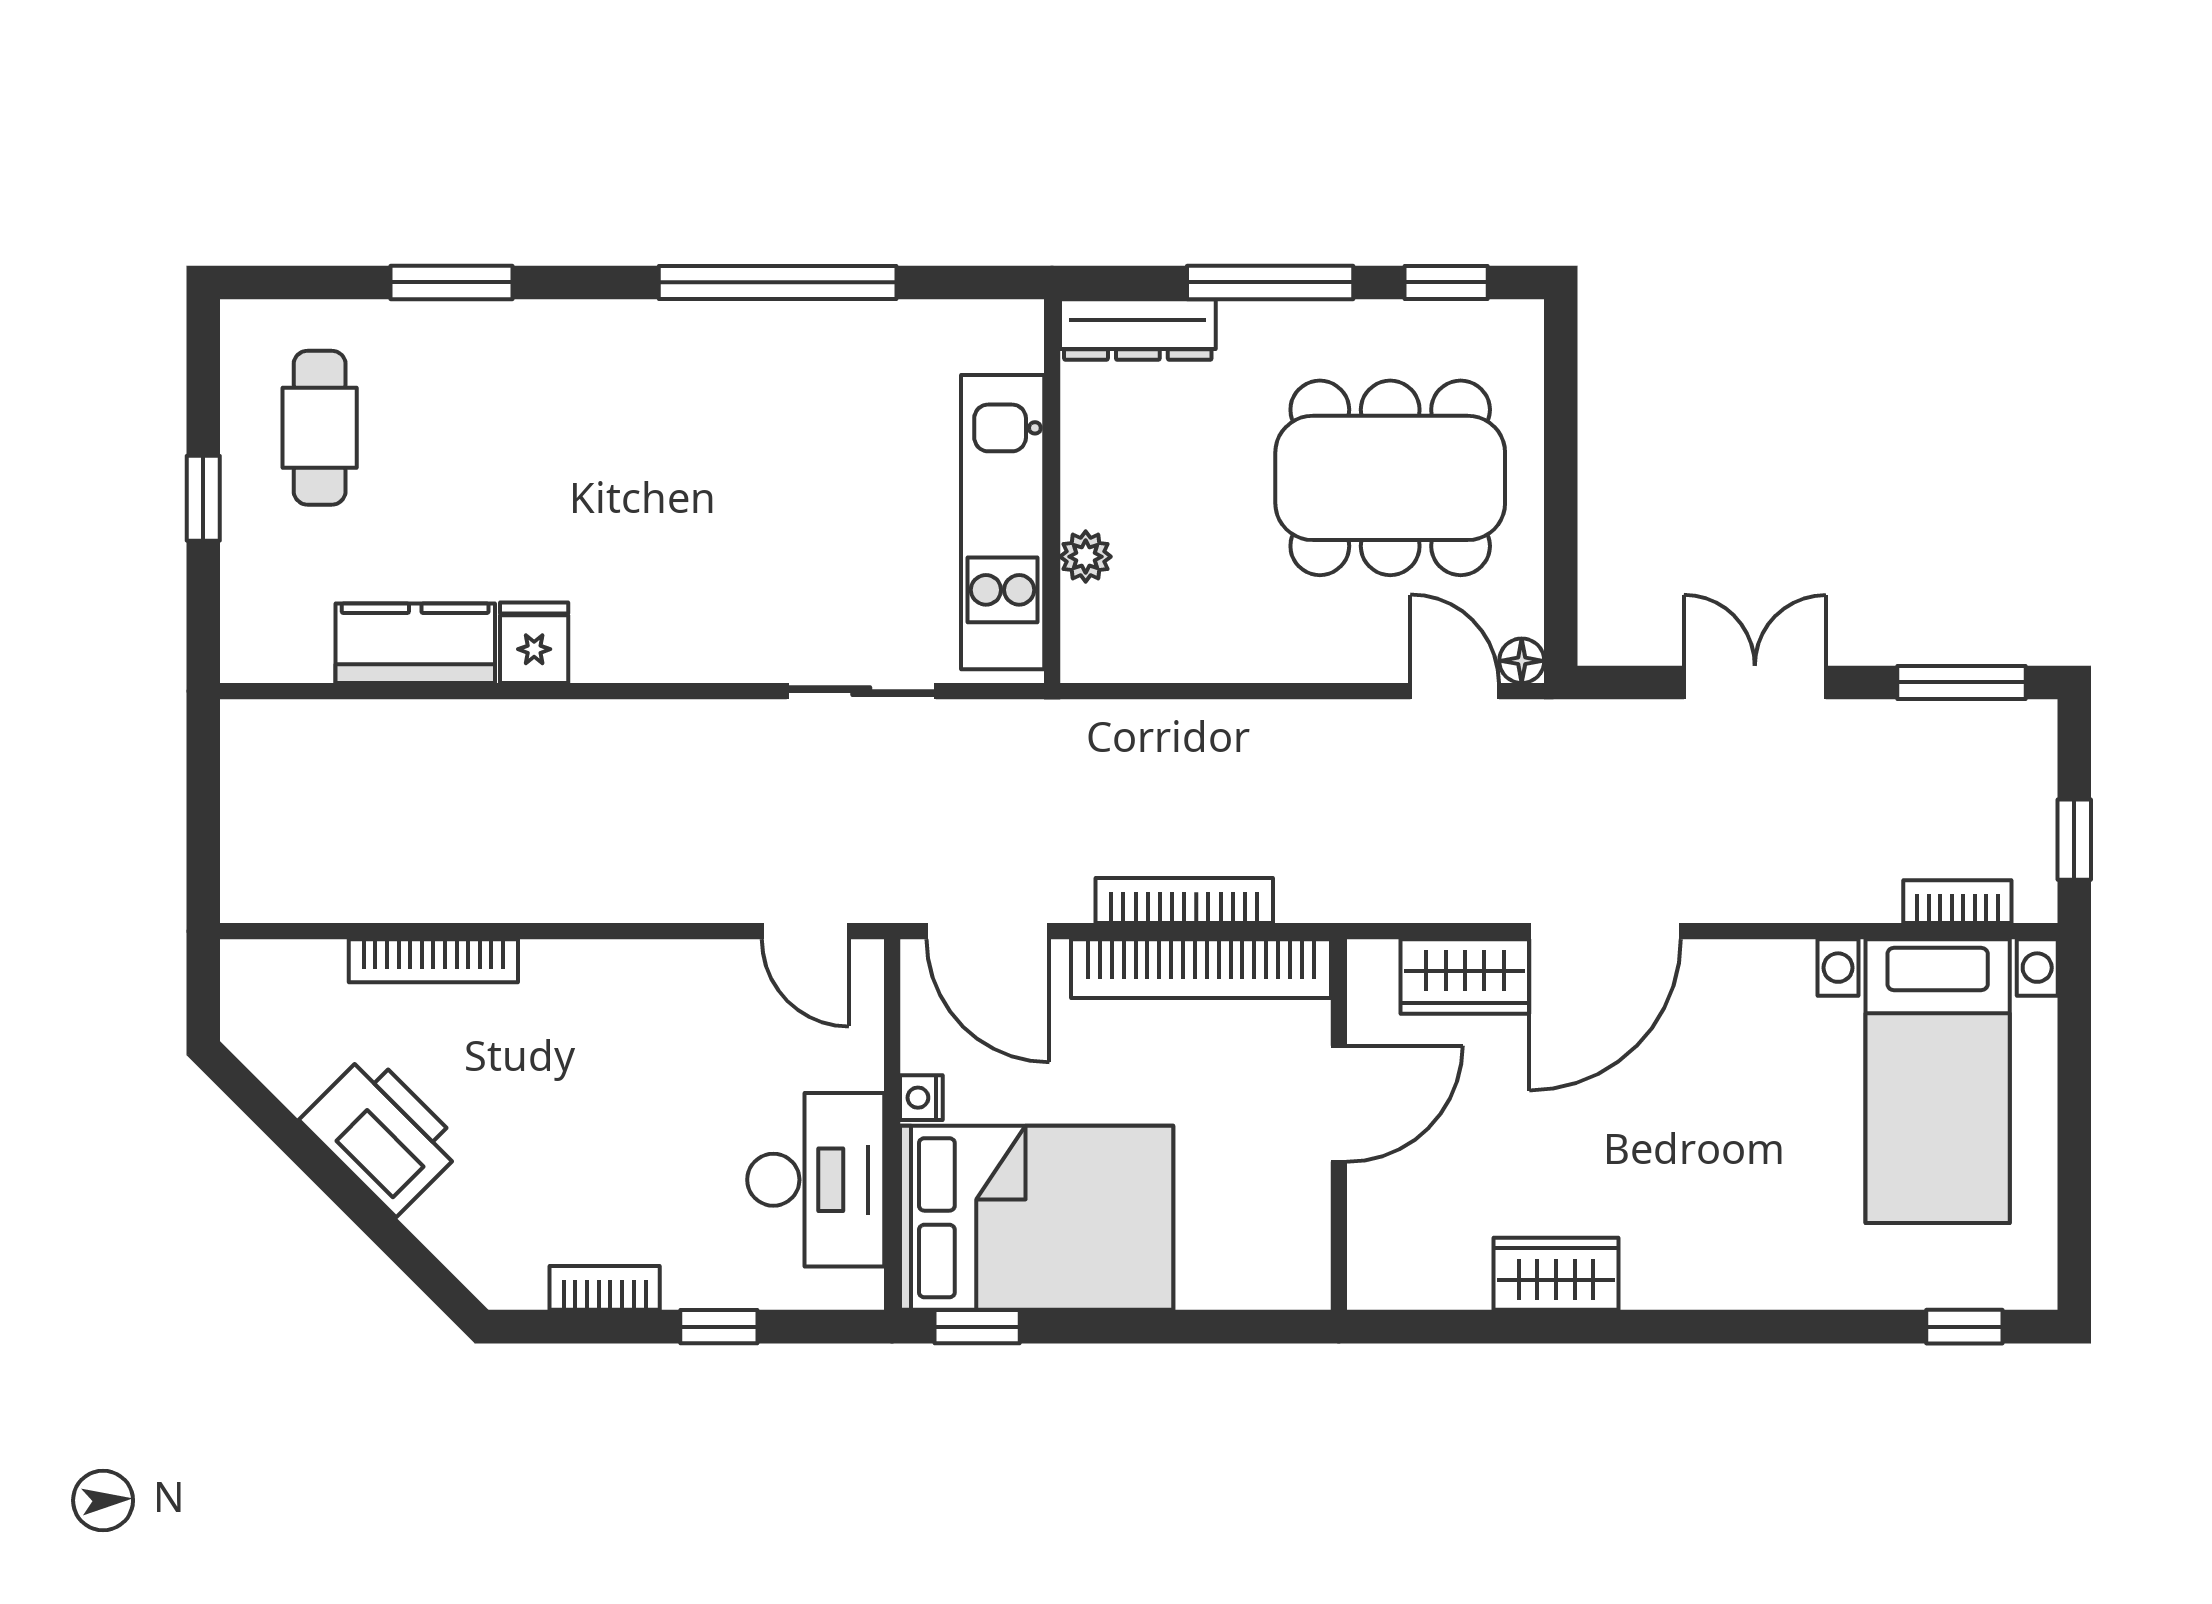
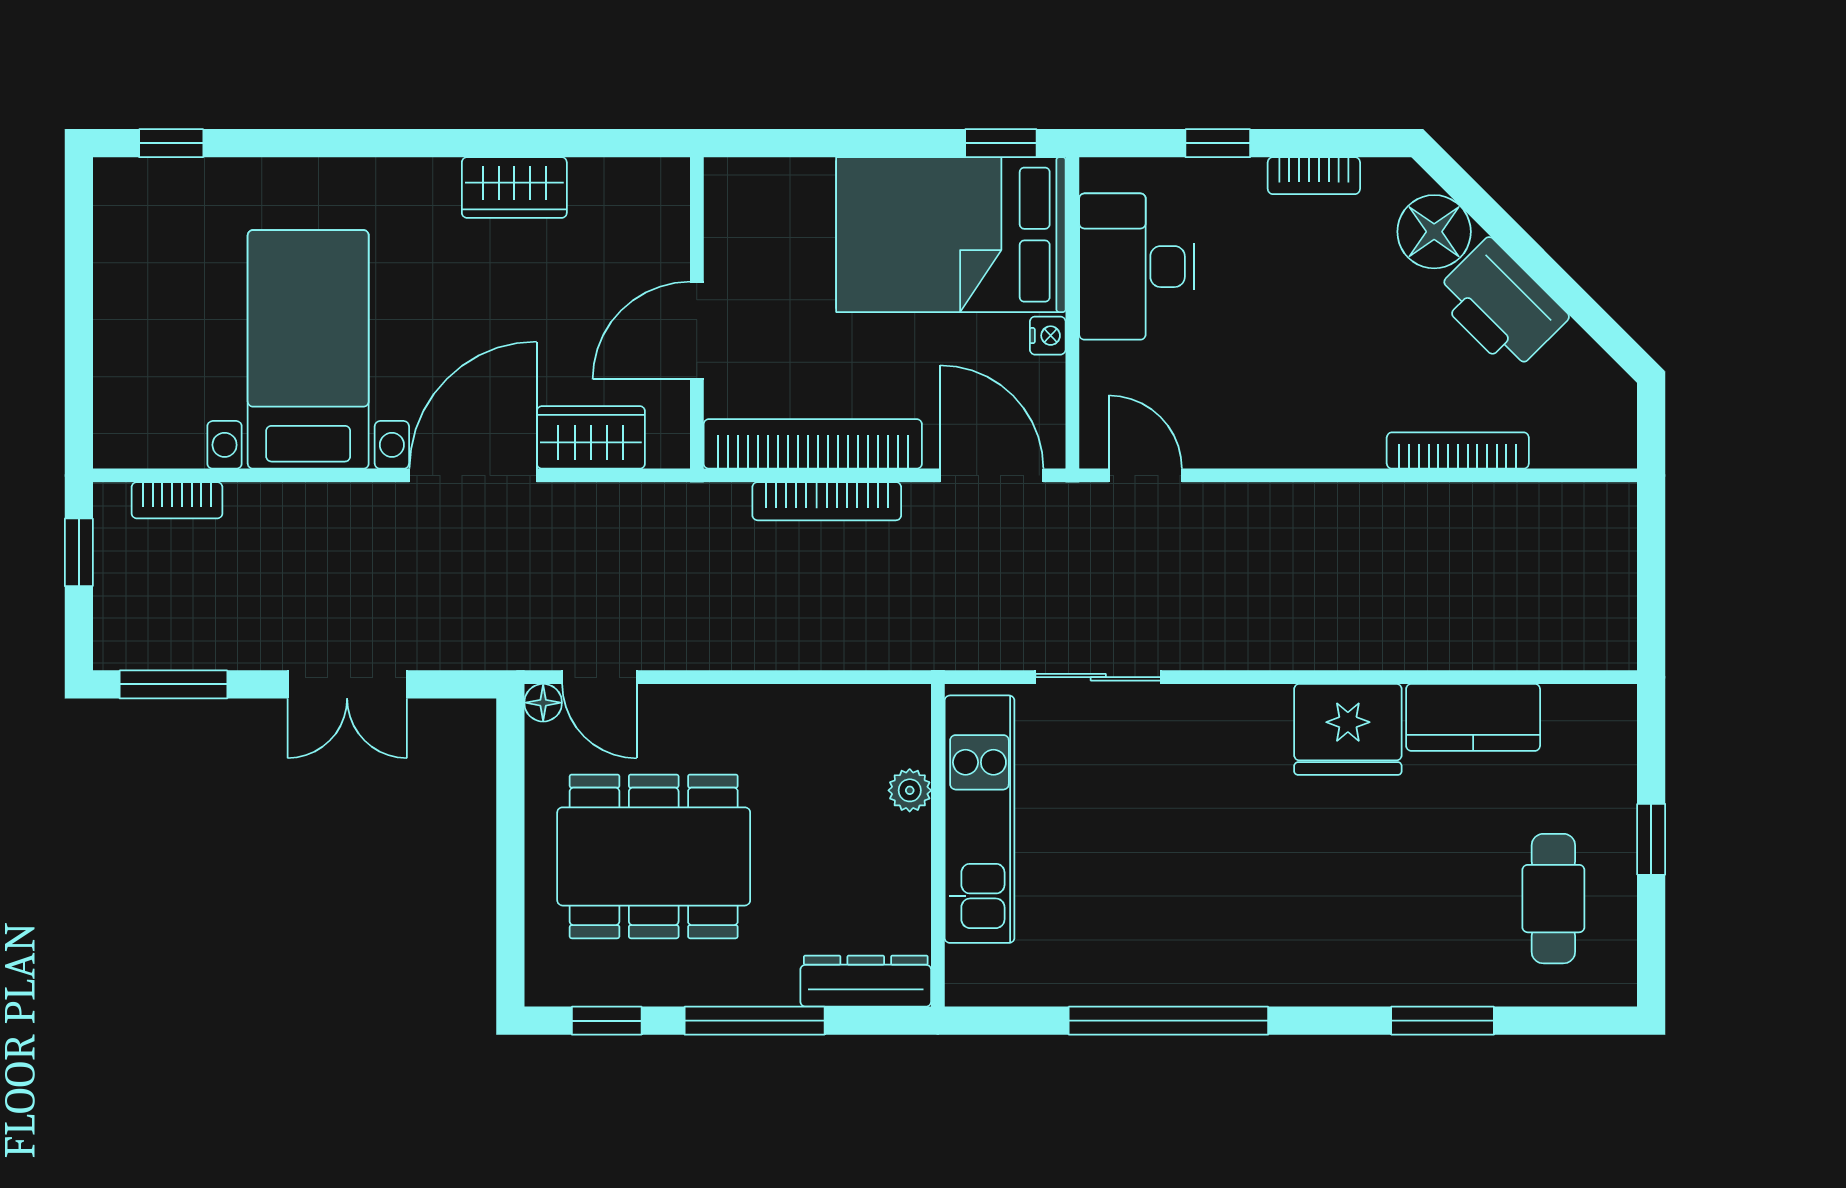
fridge: (534, 643) -> (1348, 729), width x1.88, depth x1.34
bed with nightstands: (1938, 1081) -> (308, 349), moved
floor lamp: (462, 1221) -> (1434, 232), added

